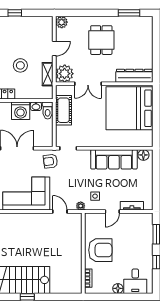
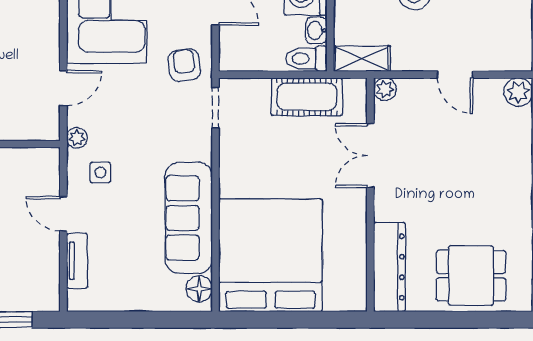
dining table: (101, 40) -> (471, 276), moved
shelving: (48, 74) -> (362, 59), moved
plant: (65, 74) -> (385, 89), width x0.53, depth x0.53
bed: (130, 108) -> (271, 255), moved

